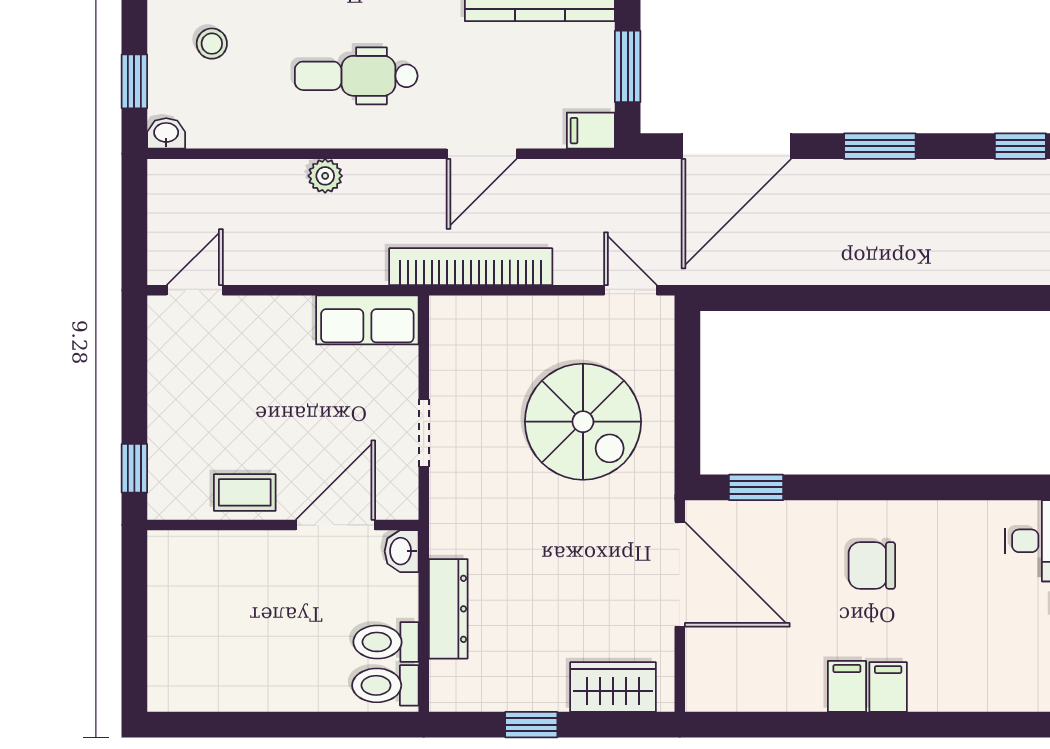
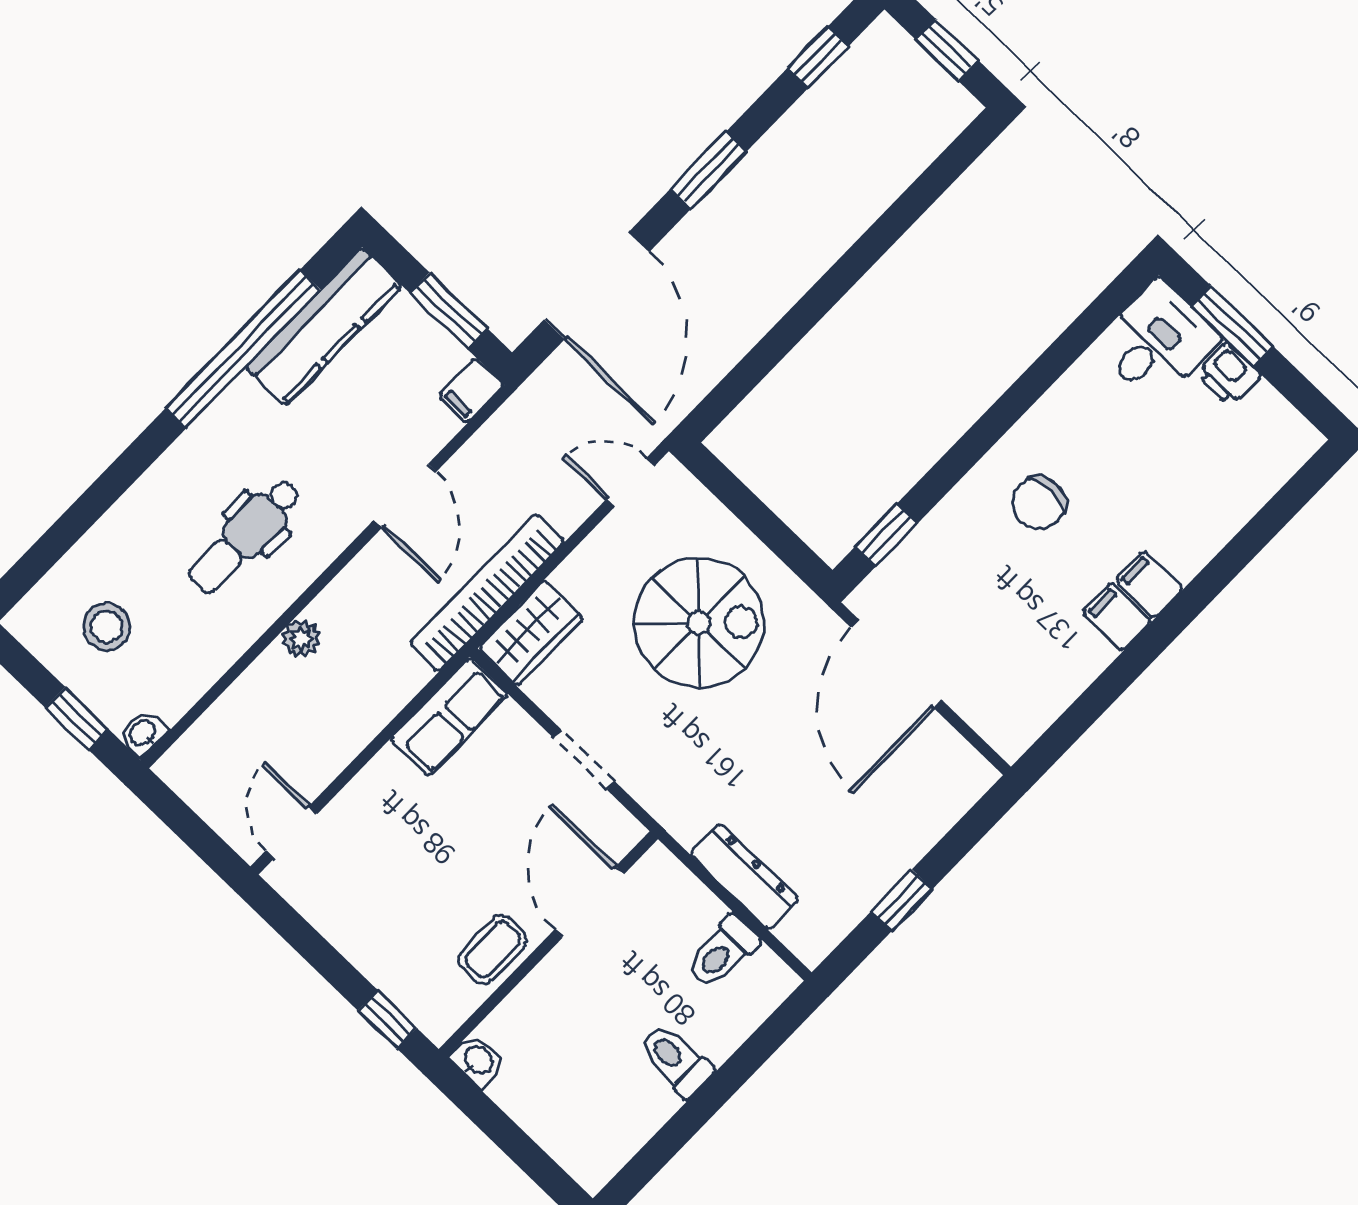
stool: (212, 44) -> (107, 627), width x1.37, depth x1.37
washbasin: (402, 551) -> (478, 1061), moved, turned 180
door: (680, 574) -> (897, 664), swing flipped
toilet: (385, 685) -> (675, 1060), moved, turned 90
wardrobe: (613, 687) -> (531, 633), moved, turned 180

